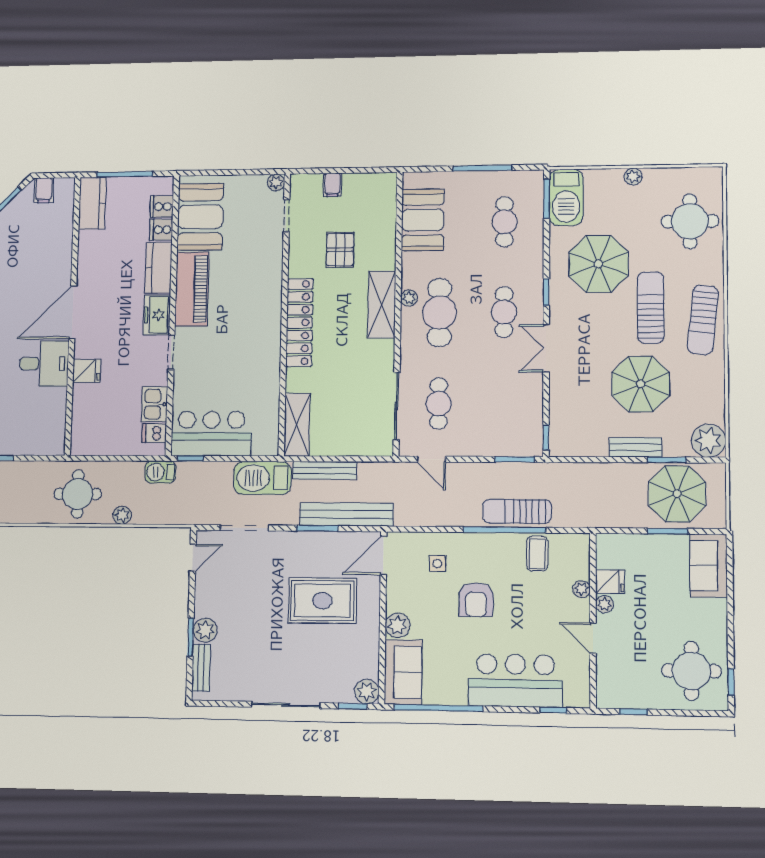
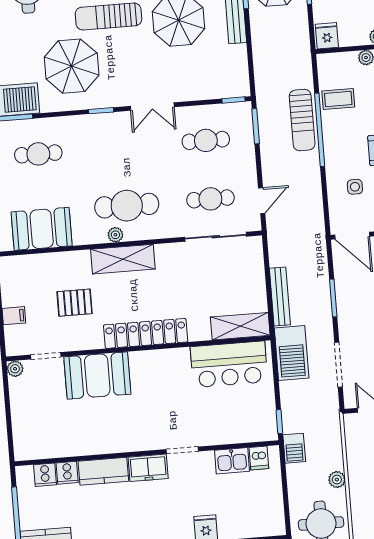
booth: (200, 217) -> (97, 376), moved
piano: (192, 289) -> (121, 437), removed
cafe table: (504, 312) -> (206, 140), moved
bar counter: (211, 434) -> (229, 364), moved, turned -90
bench: (346, 514) -> (318, 273), removed
fridge: (610, 582) -> (327, 36), moved

